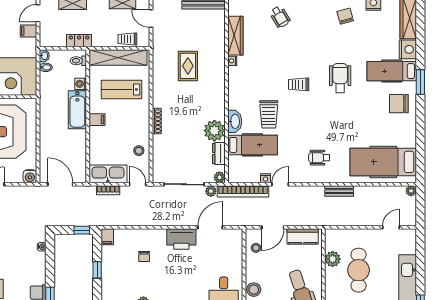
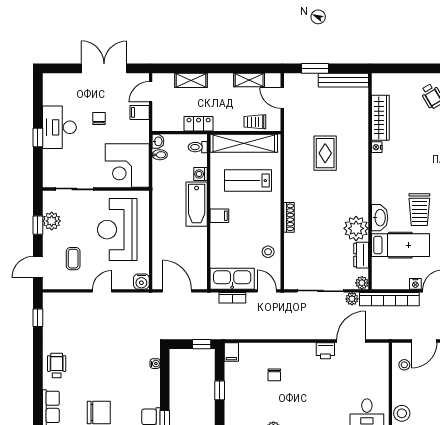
printer: (181, 239) -> (325, 351), width x0.53, depth x0.68

